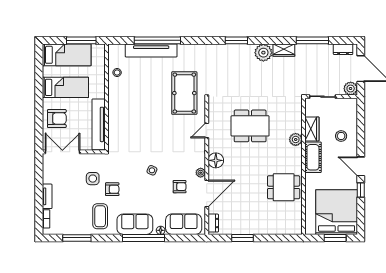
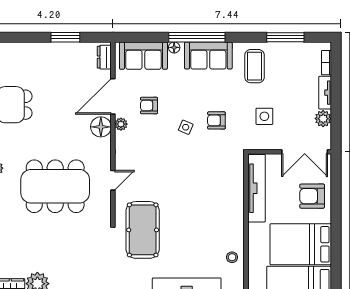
bed: (65, 87) -> (301, 244), width x1.50
dining table: (250, 126) -> (55, 186), width x1.36, depth x1.24
floor lamp: (216, 160) -> (101, 127), moved
plant: (49, 177) -> (323, 119), added
armchair: (112, 189) -> (216, 120), moved

